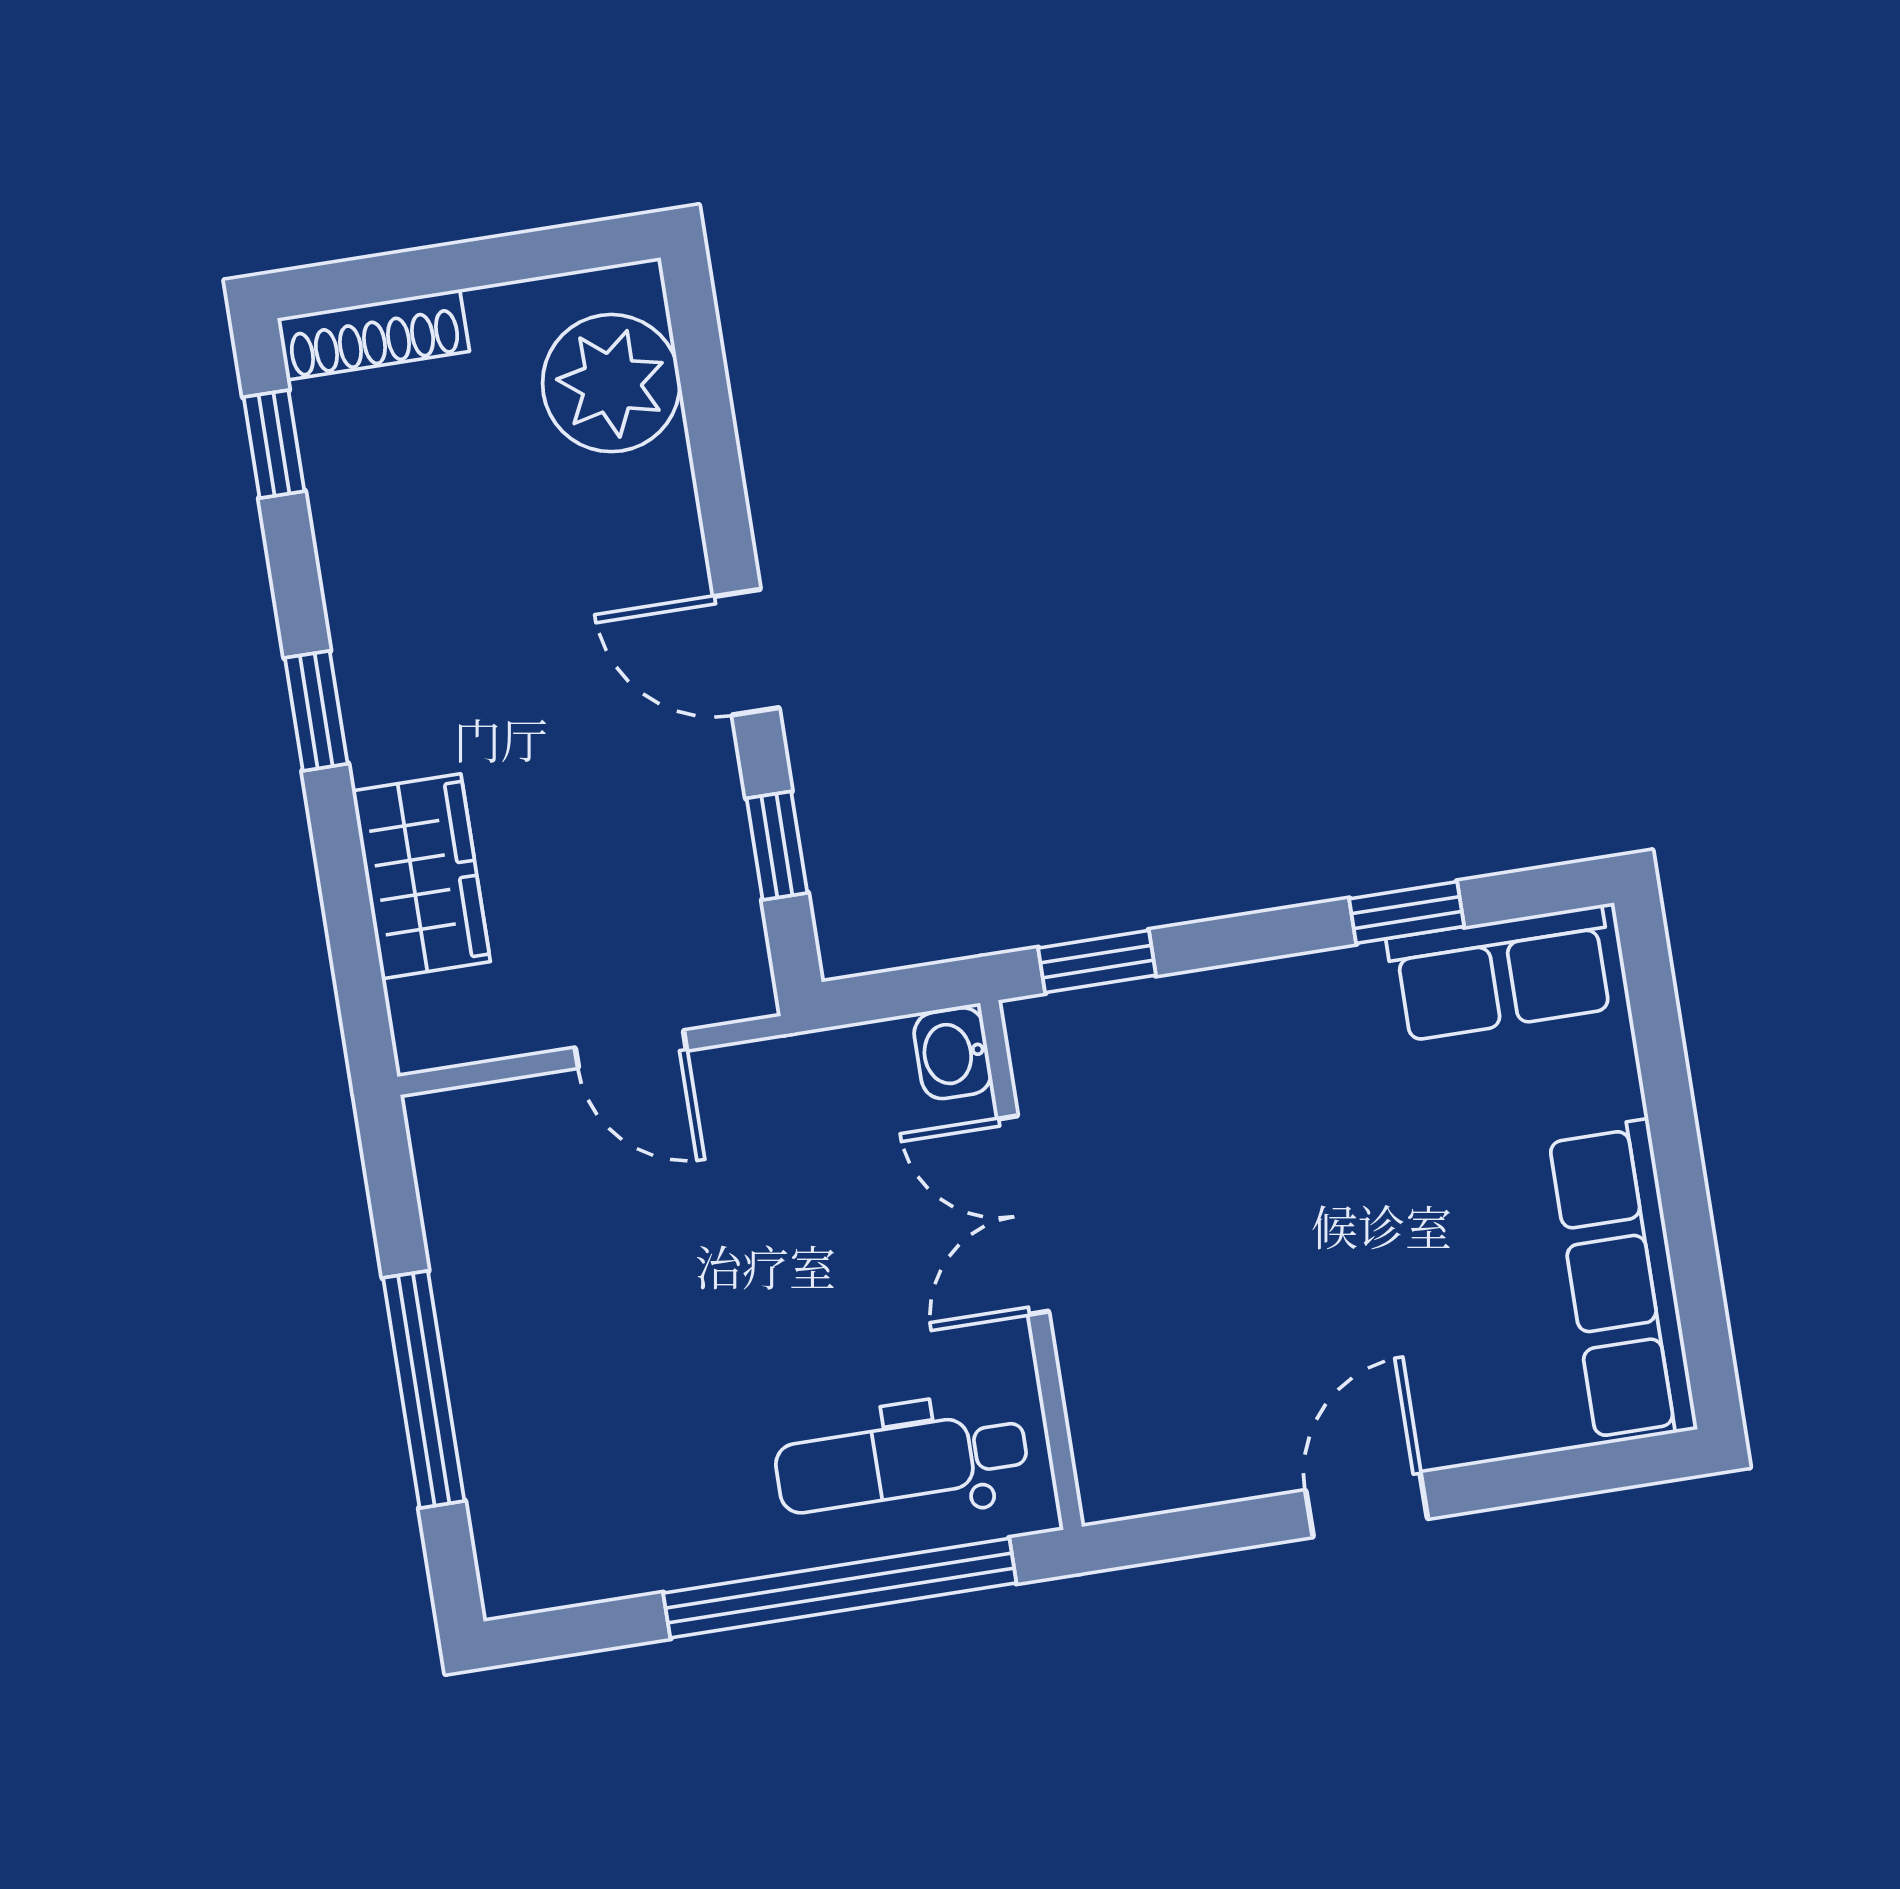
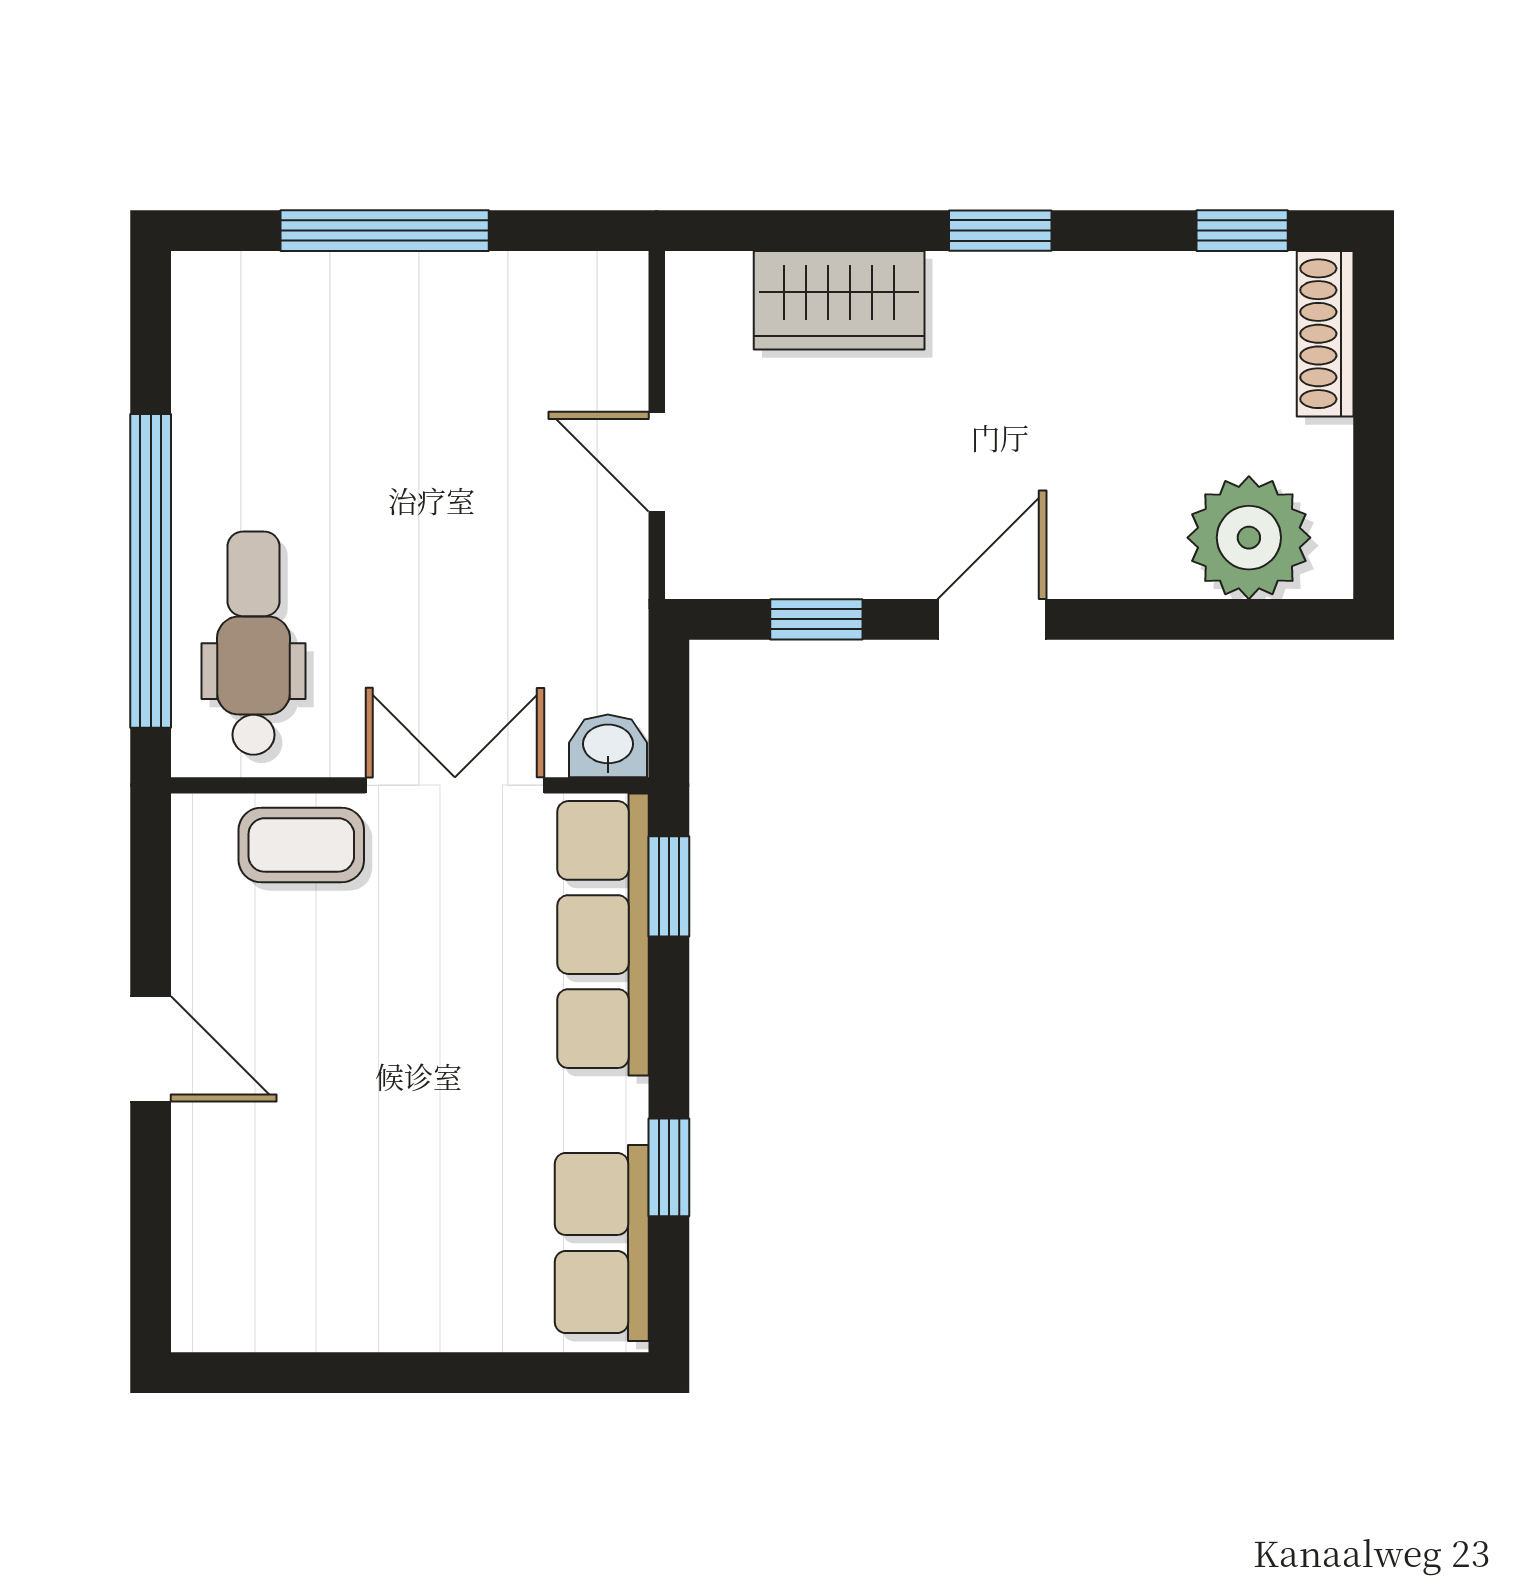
door: (631, 1049) -> (657, 462), hinge flipped
row of seats: (1623, 1282) -> (603, 935), moved, turned -90
coffee table: (1116, 1374) -> (301, 845), added

